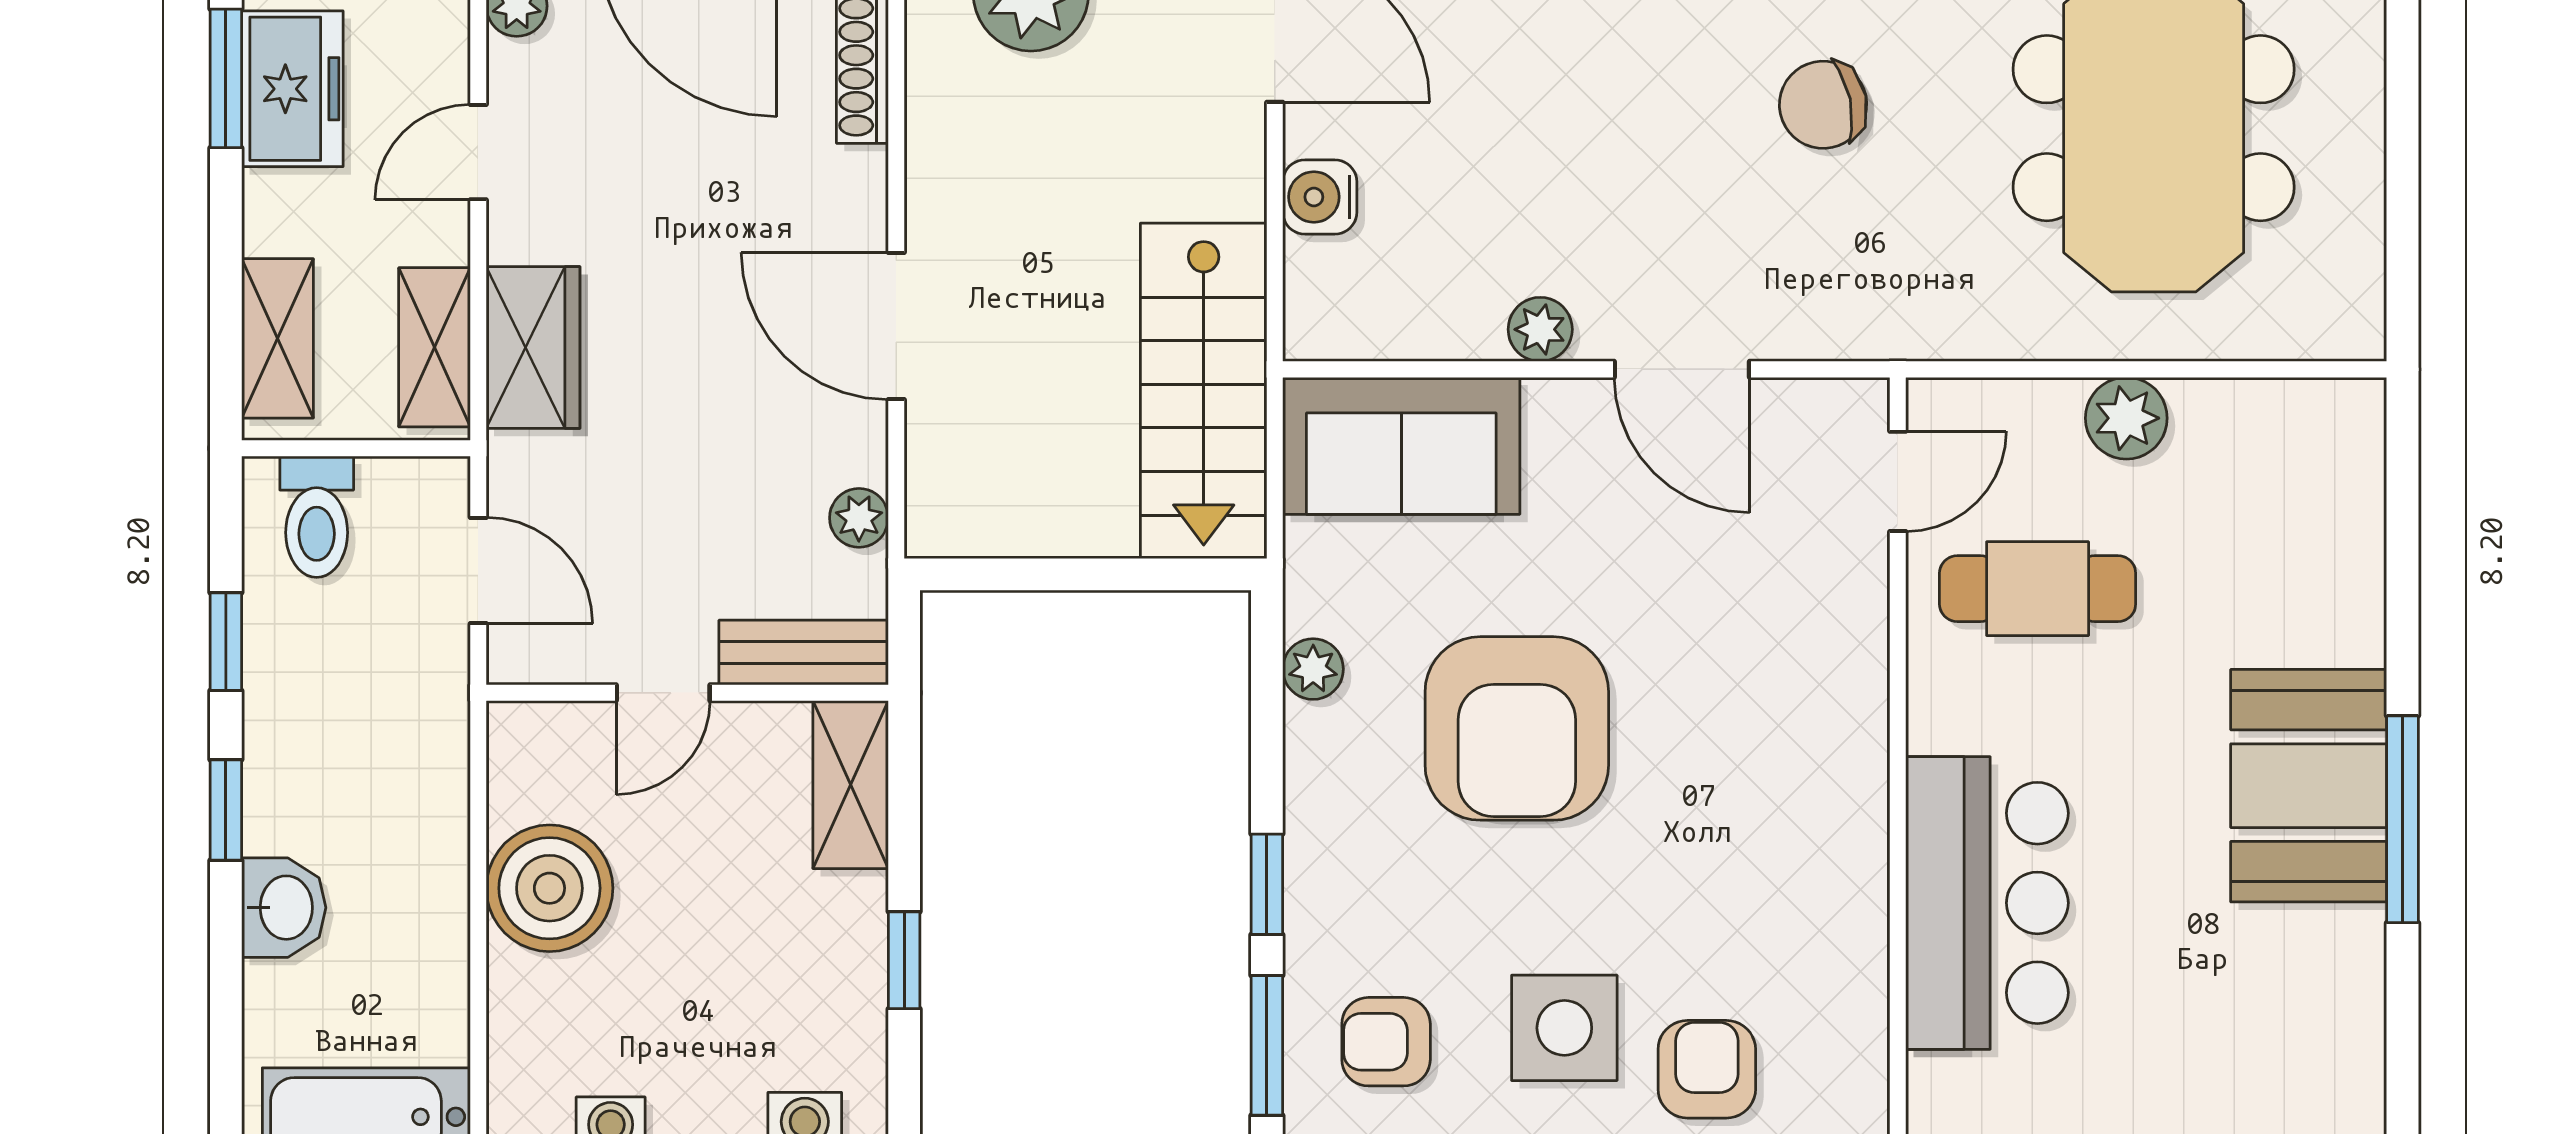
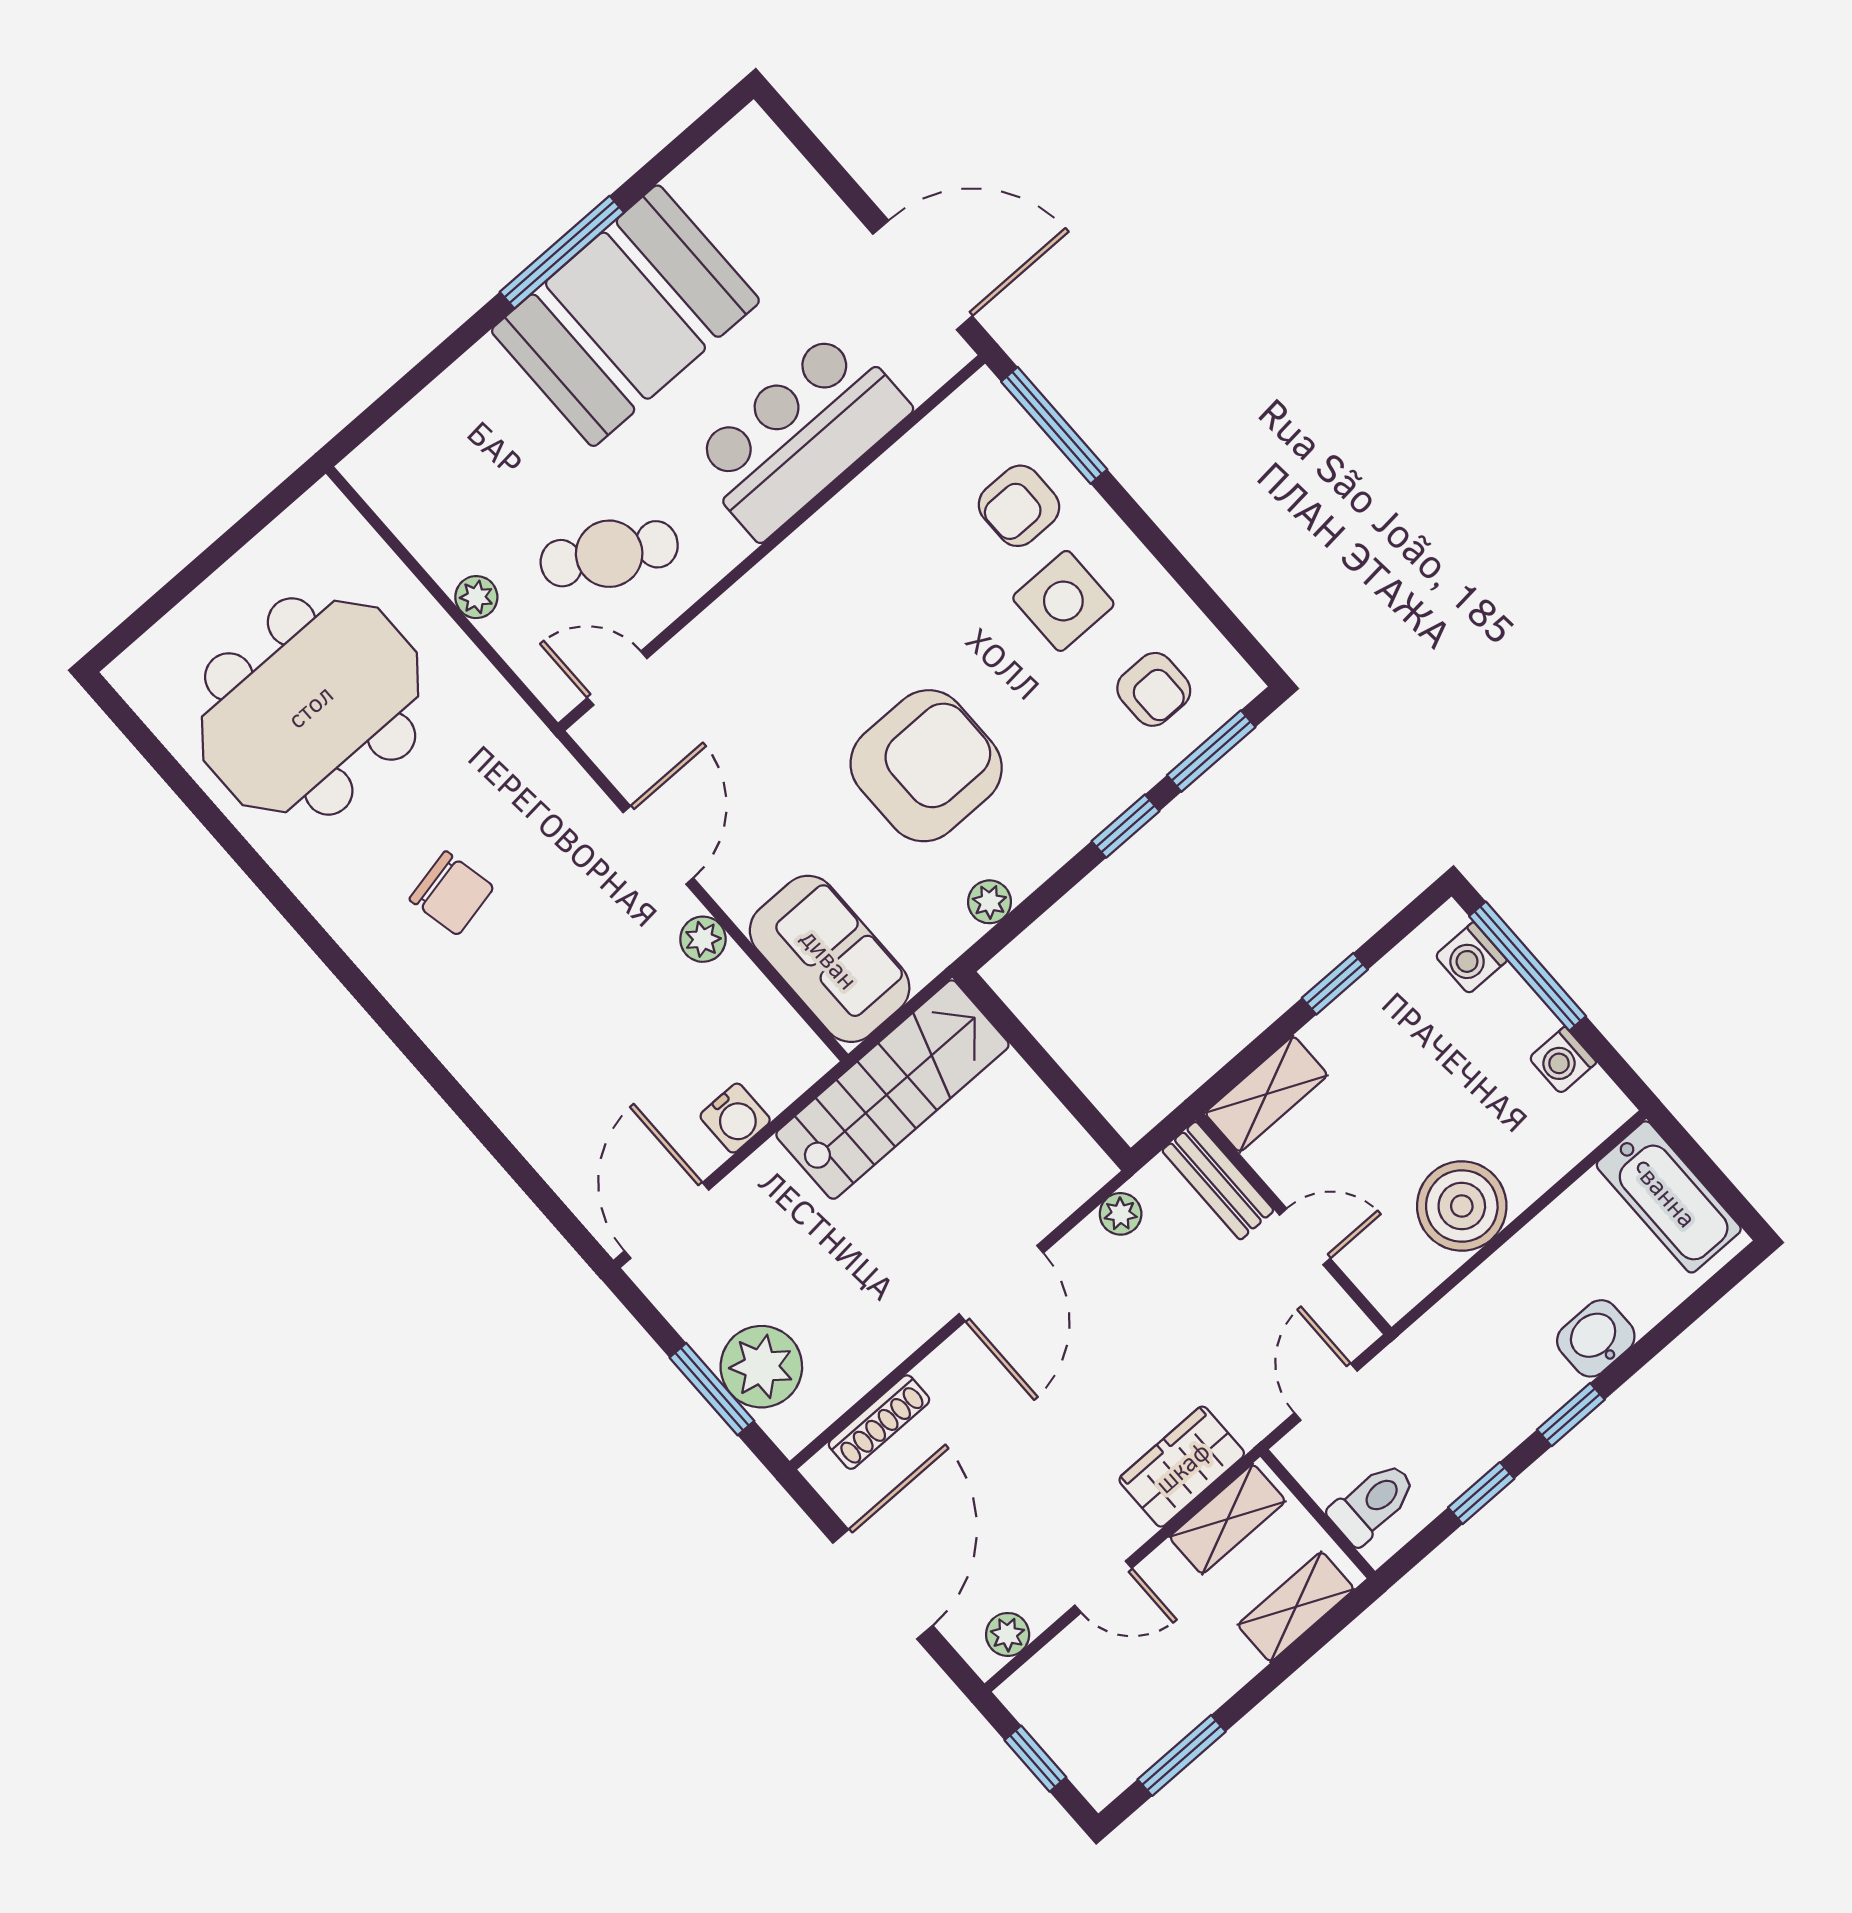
freezer: (292, 89) -> (1156, 1715), removed
plant: (2126, 418) -> (476, 597), width x0.73, depth x0.73
cafe table: (2038, 589) -> (609, 554), turned -60
booth: (2309, 786) -> (625, 316), width x1.36, depth x1.42

